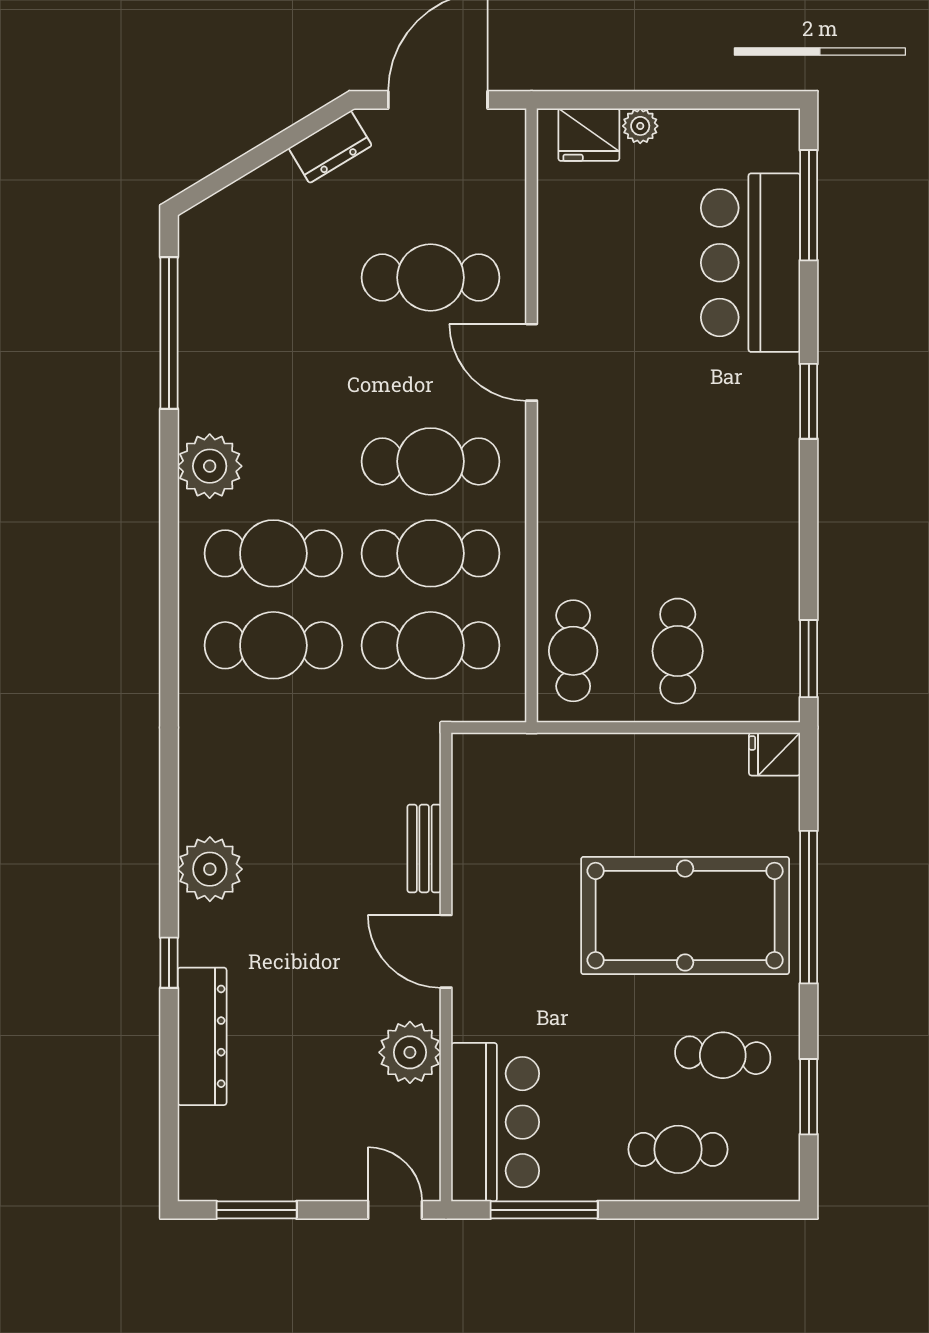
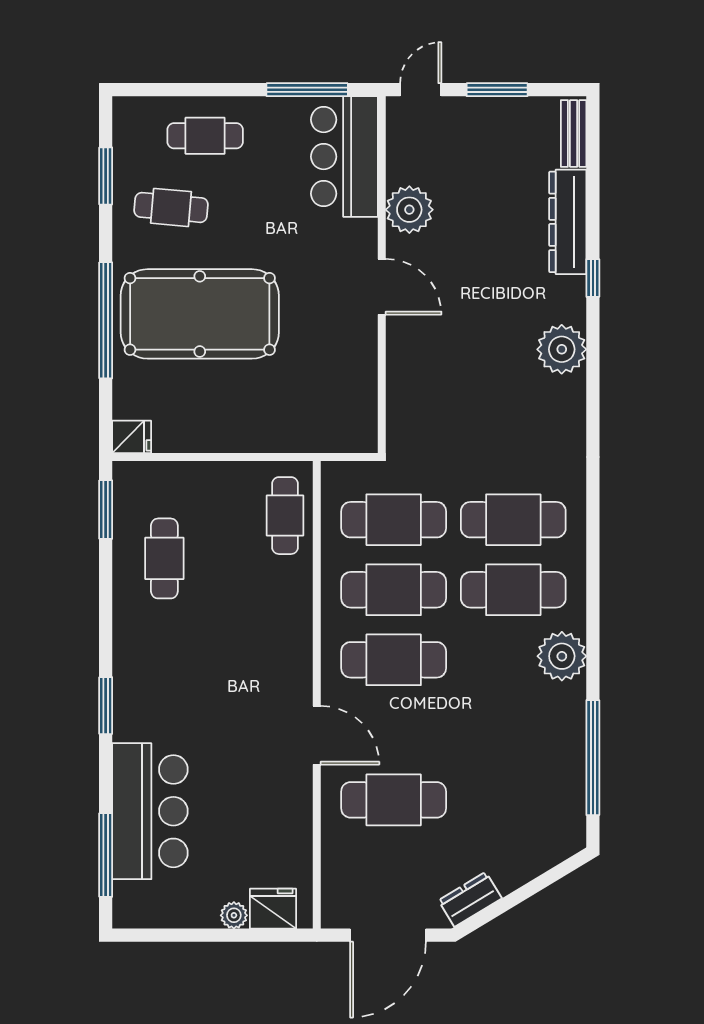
cafe table: (678, 651) -> (164, 558), moved
bench: (424, 848) -> (574, 134), moved
window: (257, 1210) -> (497, 90), moved
door: (395, 1210) -> (421, 90), swing flipped

